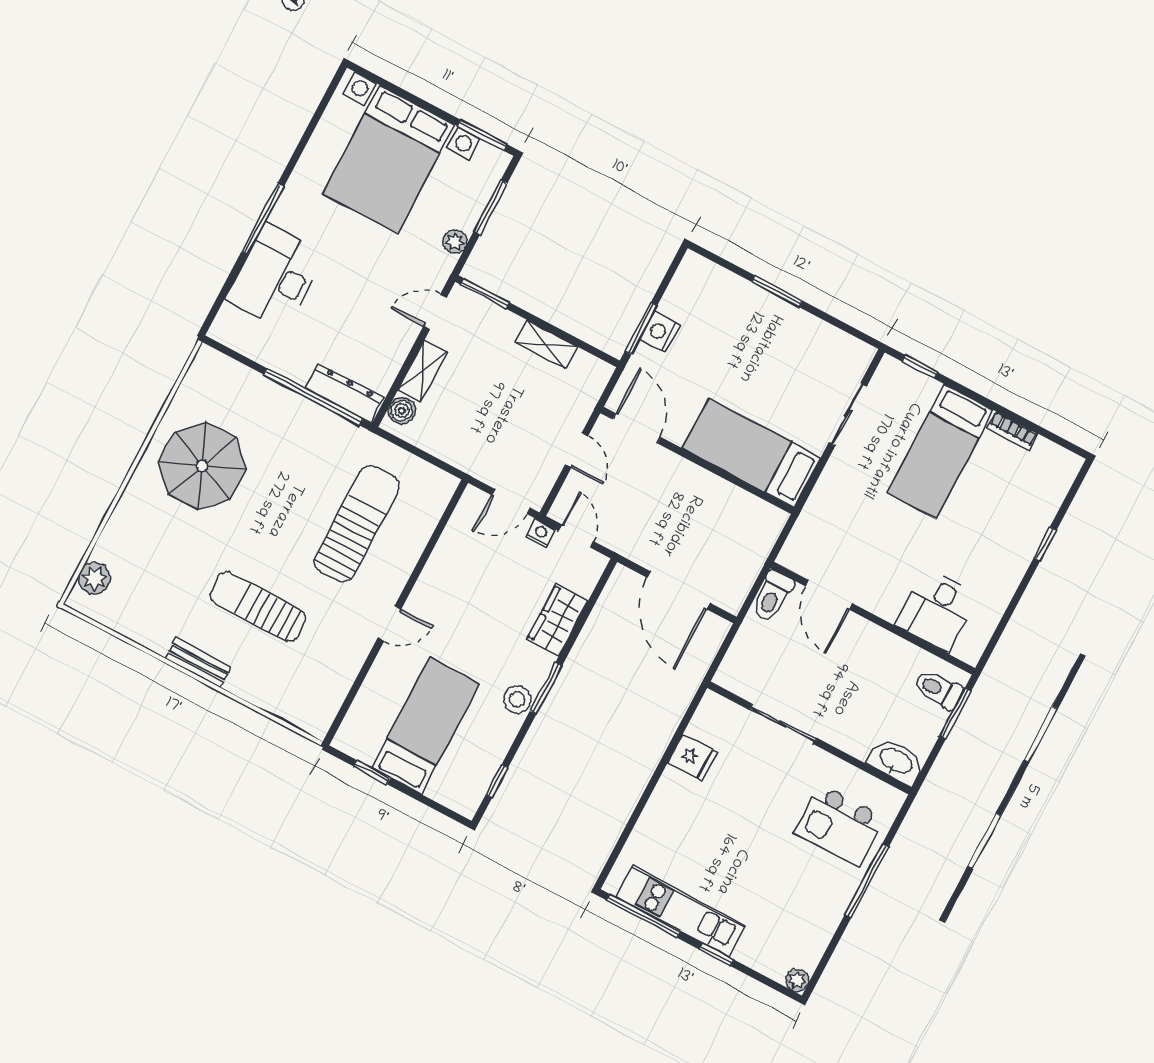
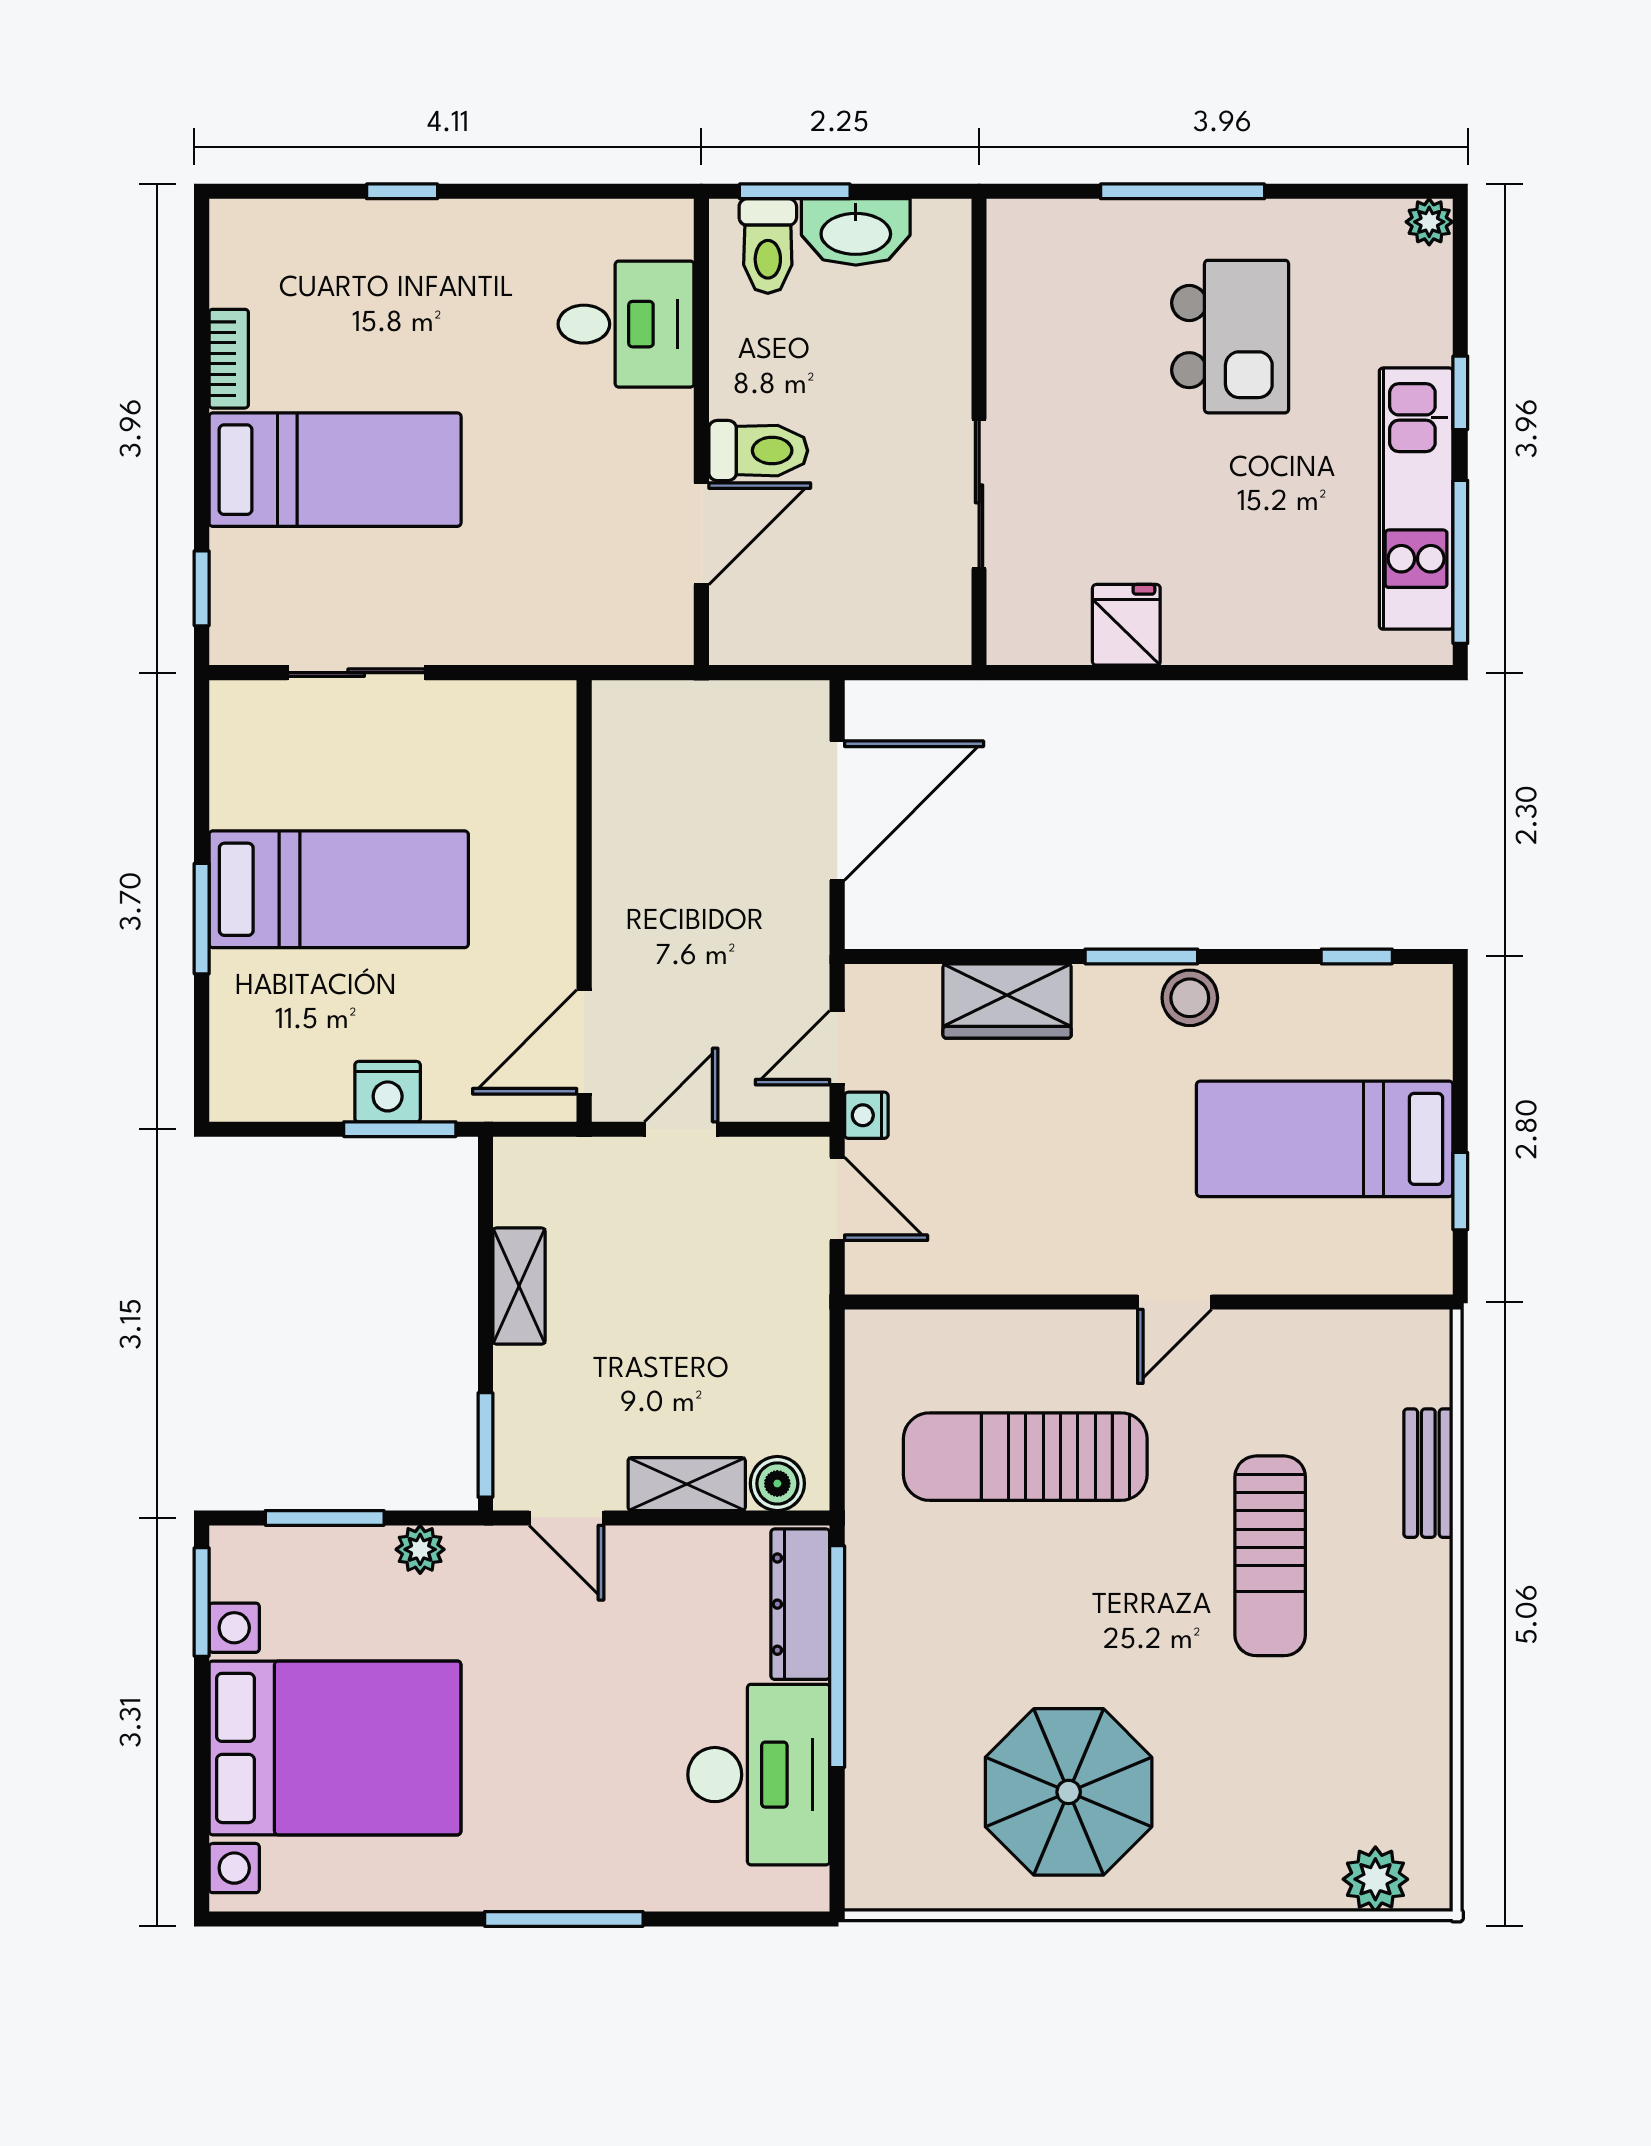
desk: (276, 277) -> (759, 1775), moved, turned -90
bed: (752, 453) -> (339, 889), moved, turned -90
toilet: (772, 596) -> (758, 451), moved
door: (389, 624) -> (1175, 1302), swing flipped
bench: (198, 663) -> (1428, 1473), moved
washbasin: (896, 761) -> (856, 232), moved, turned -90
kitchen island: (839, 825) -> (1230, 337), moved

